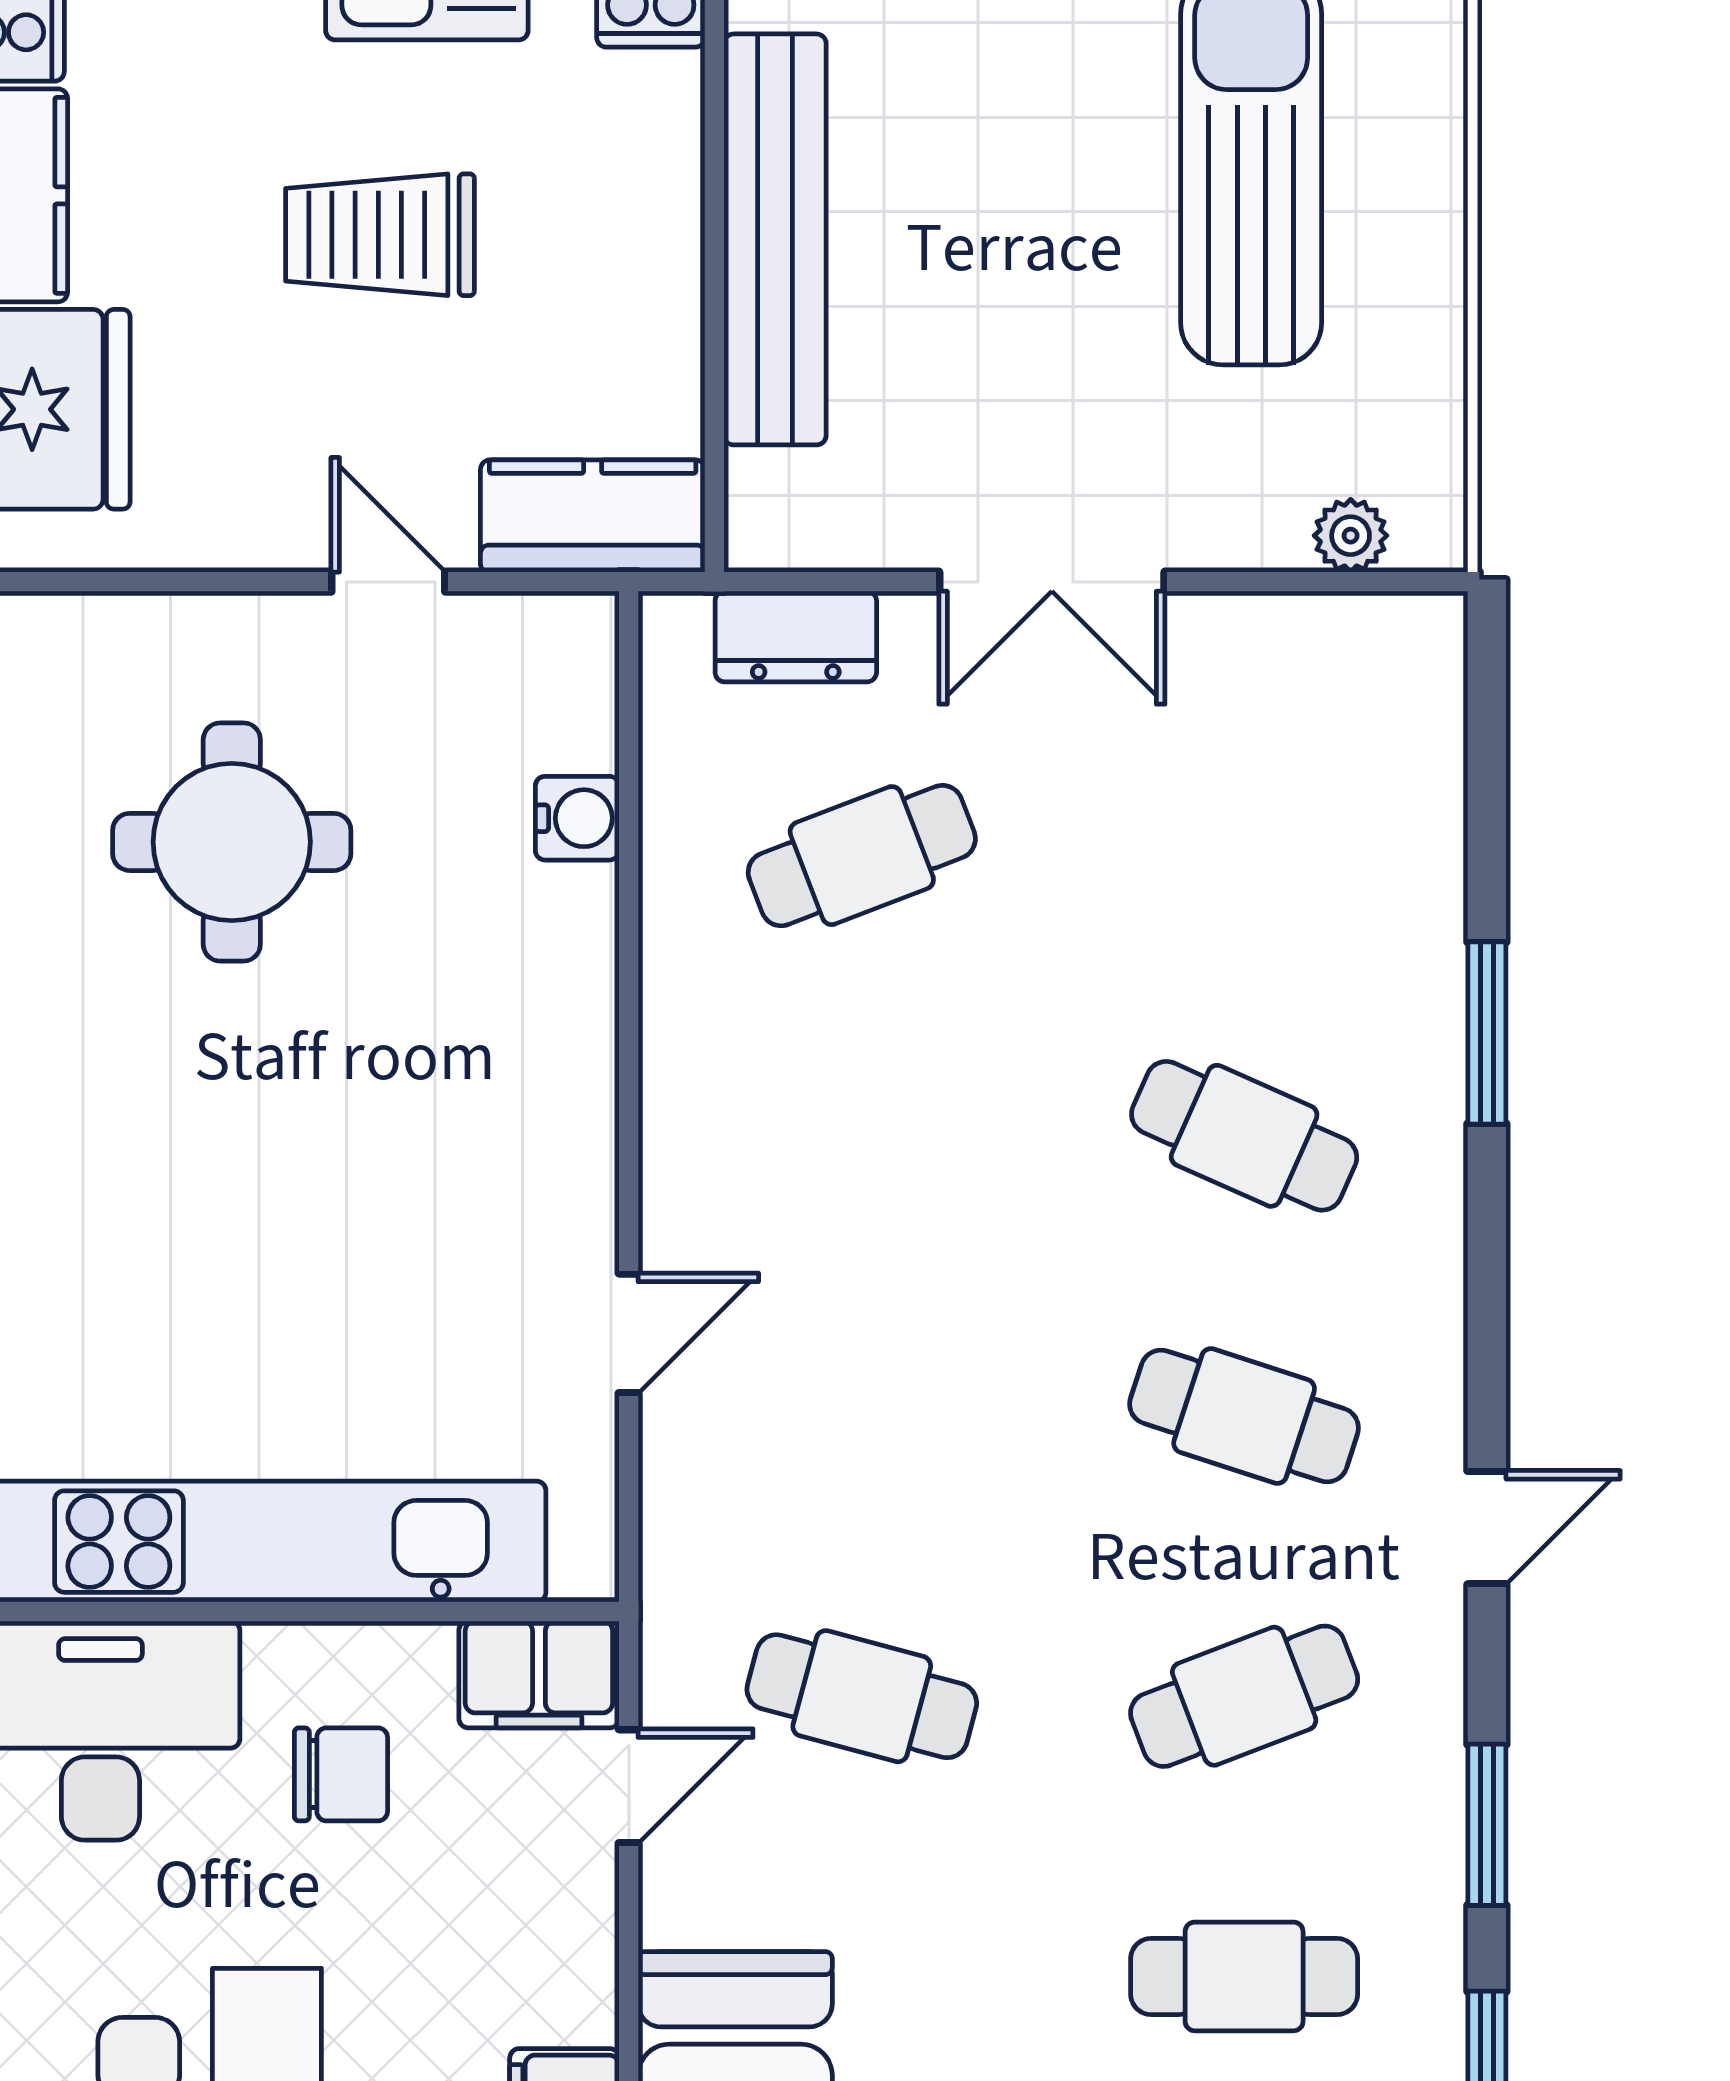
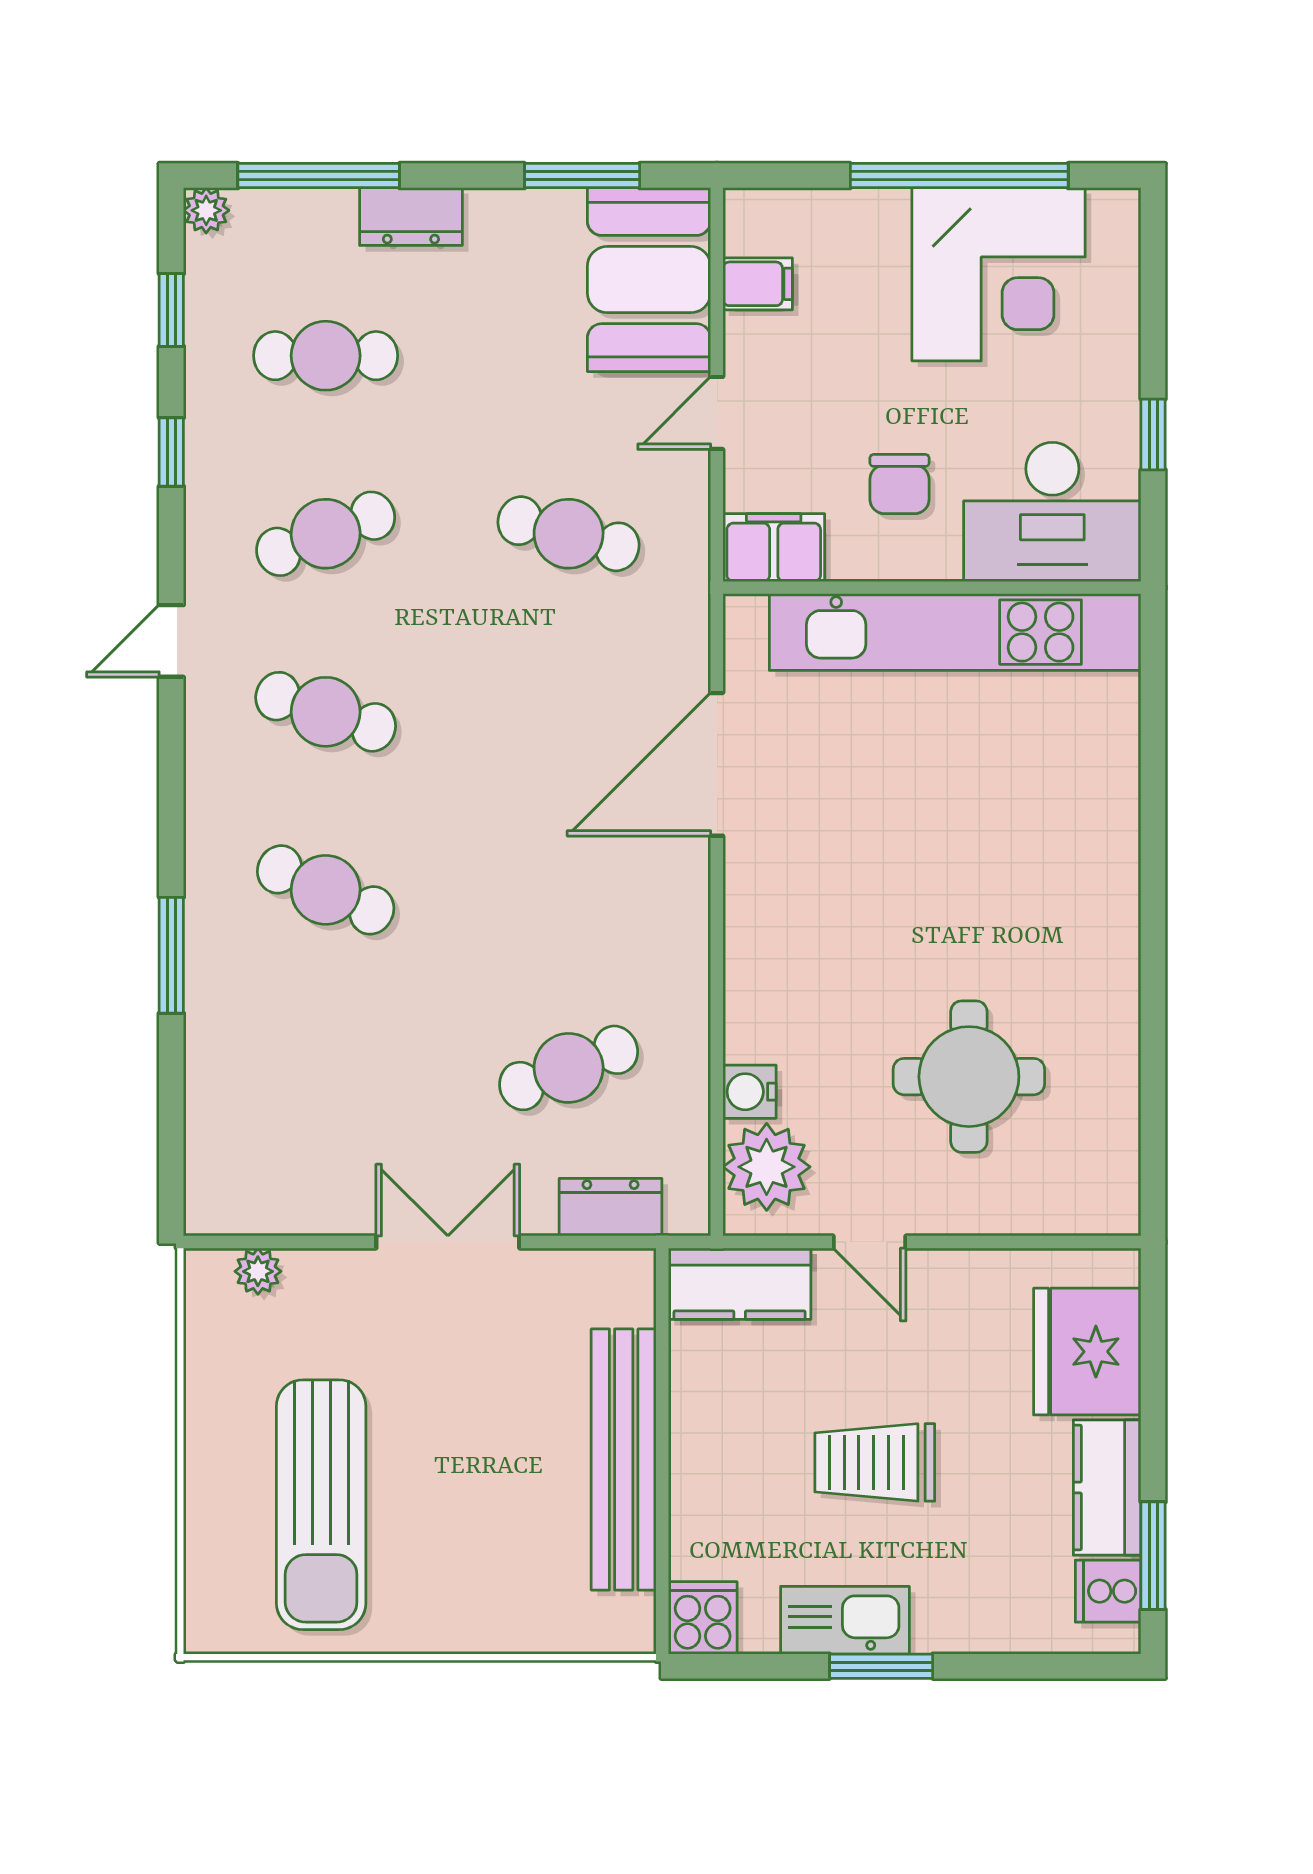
trolley: (380, 235) -> (875, 1462), turned 180
plant: (550, 700) -> (767, 1167), added
door: (629, 1333) -> (717, 764), width x1.88
chair: (341, 1774) -> (900, 484), turned -90
door: (629, 1786) -> (717, 413), moved
window: (1487, 1825) -> (171, 452), width x0.67

